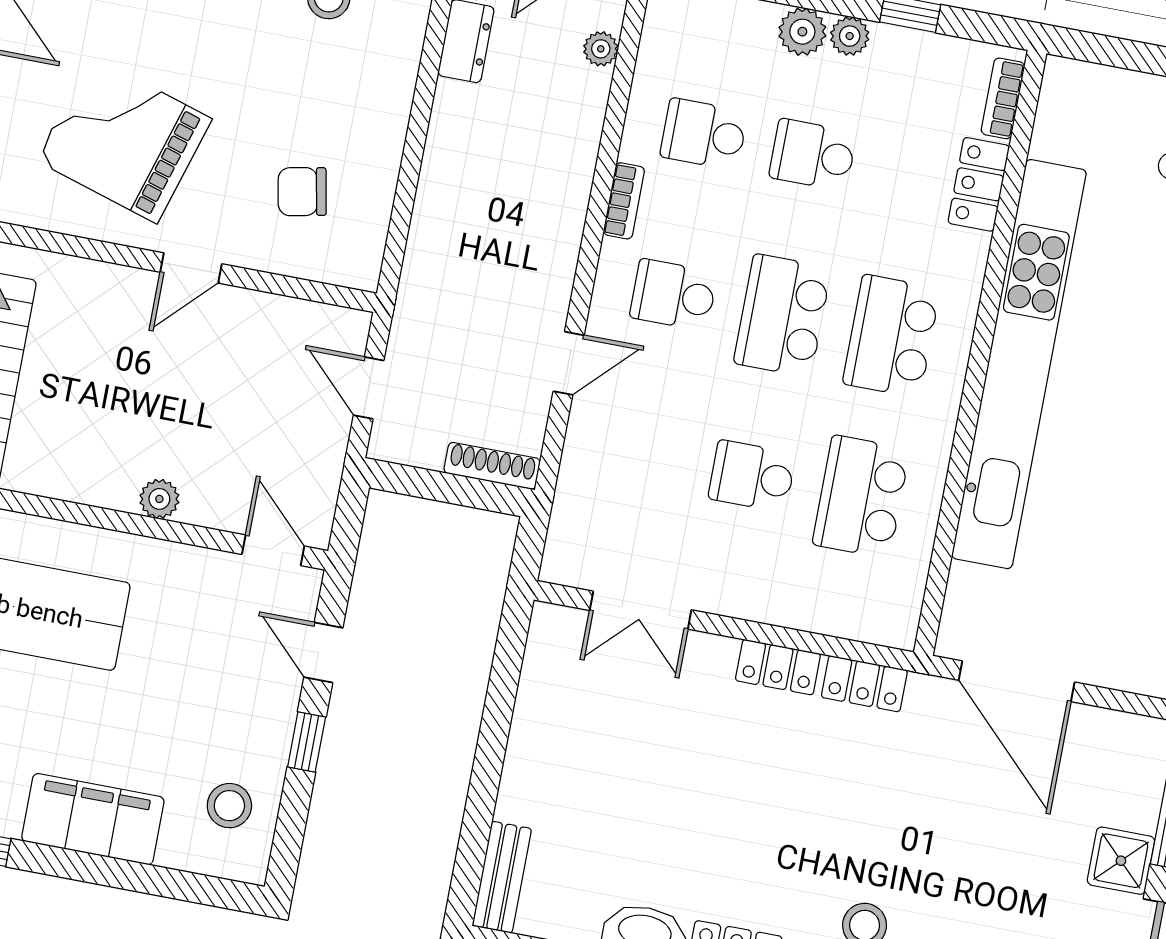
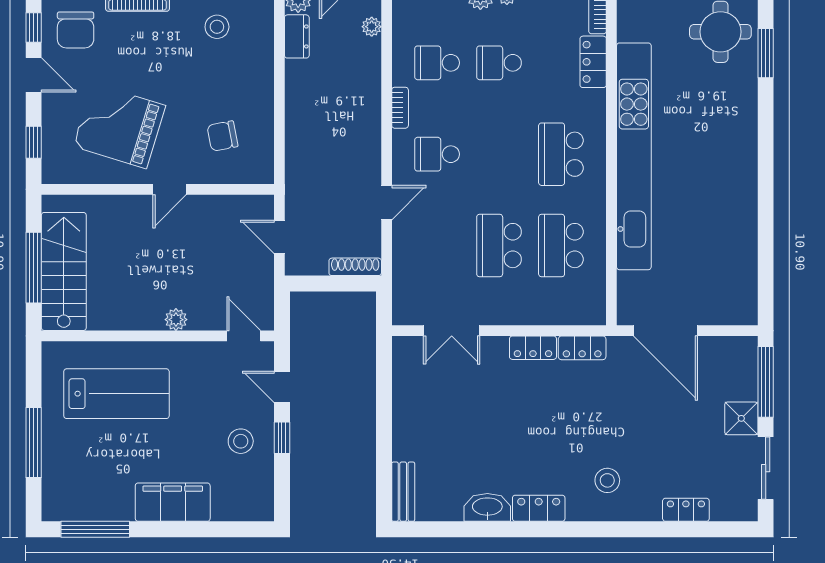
school desk: (782, 315) -> (499, 154), removed
school desk: (752, 476) -> (499, 246), width x1.85
stool: (229, 806) -> (241, 441), moved

